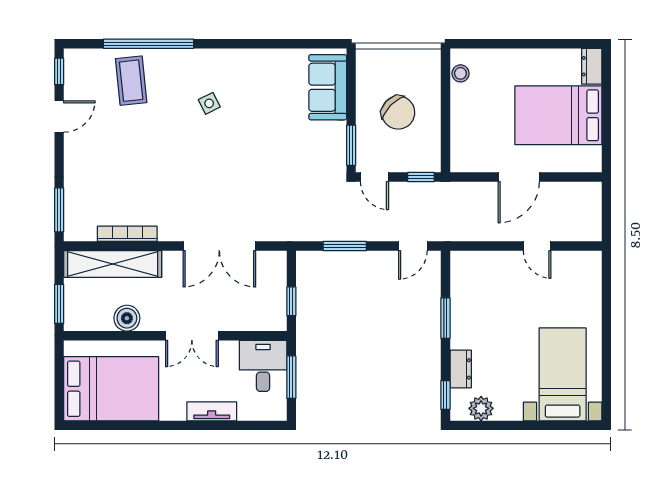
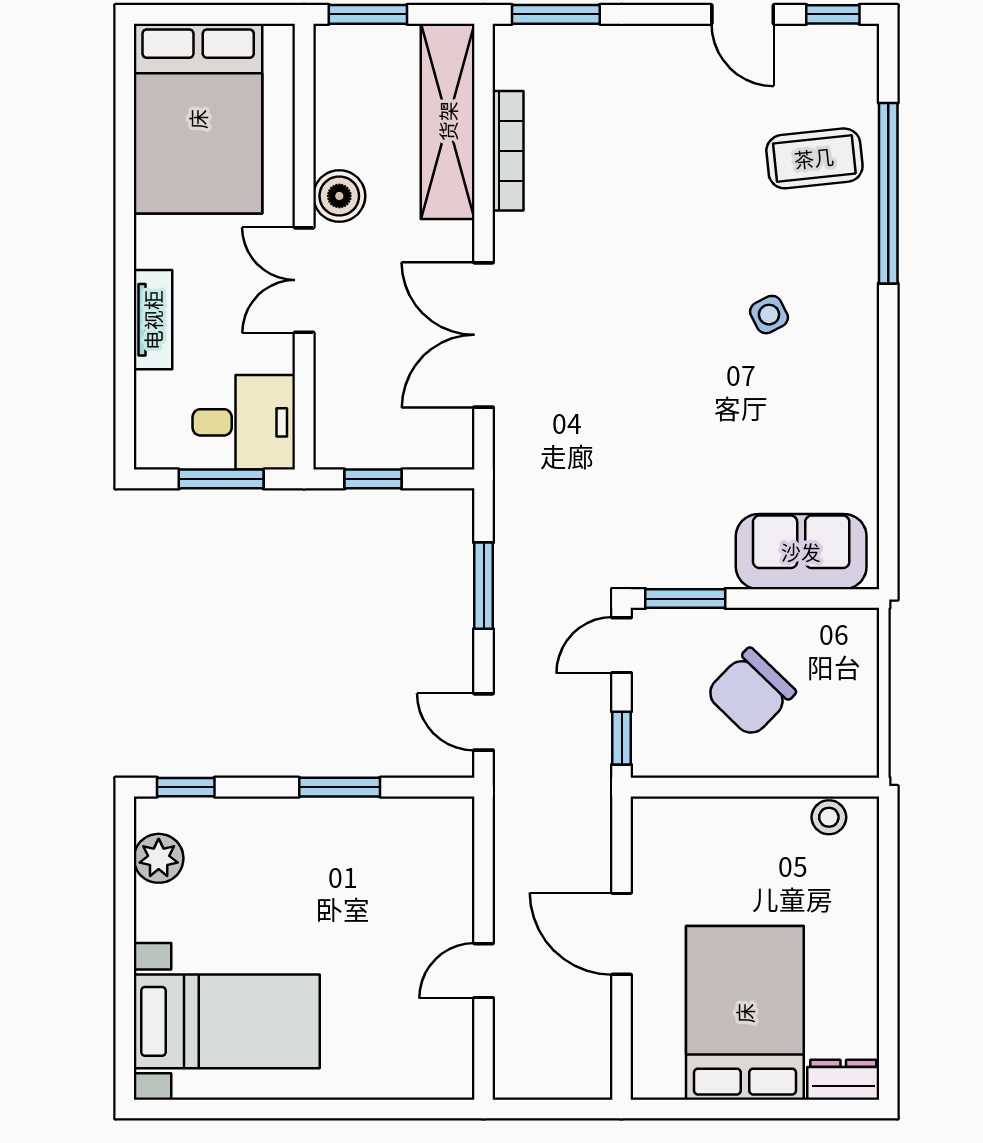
boiler: (127, 318) -> (339, 196), moved
dresser: (461, 369) -> (238, 818), removed

